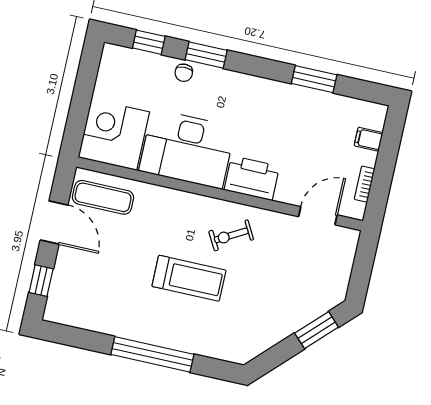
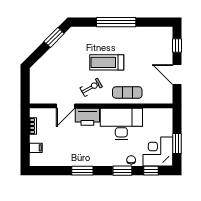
window: (314, 79) -> (82, 171), moved
window: (85, 85) -> (177, 144), added
corner desk: (114, 135) -> (158, 152), moved, turned 180
exercise mat: (103, 197) -> (127, 92), moved
door: (318, 216) -> (66, 106), moved
window: (317, 330) -> (54, 37), moved

